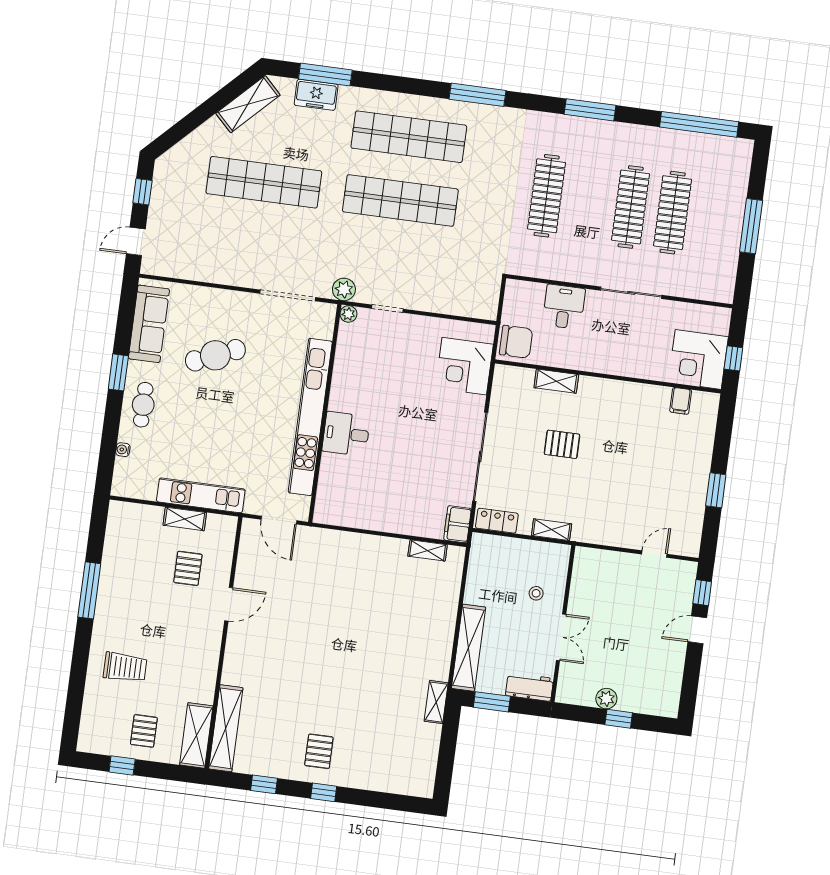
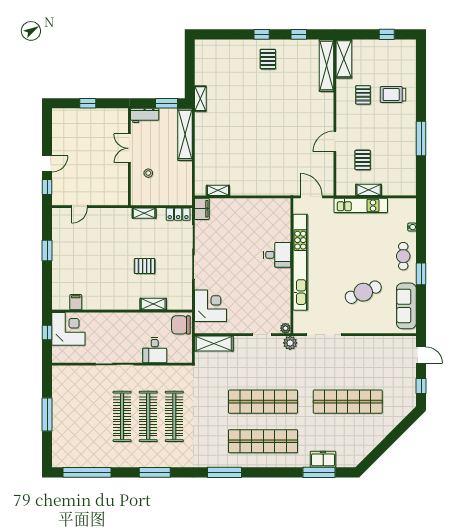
shelving: (248, 104) -> (214, 343), moved, turned 45
clothes rail: (673, 213) -> (148, 416), moved
door: (136, 241) -> (421, 355), hinge flipped
plant: (606, 699) -> (97, 115), removed
pallet: (144, 731) -> (363, 95), moved

